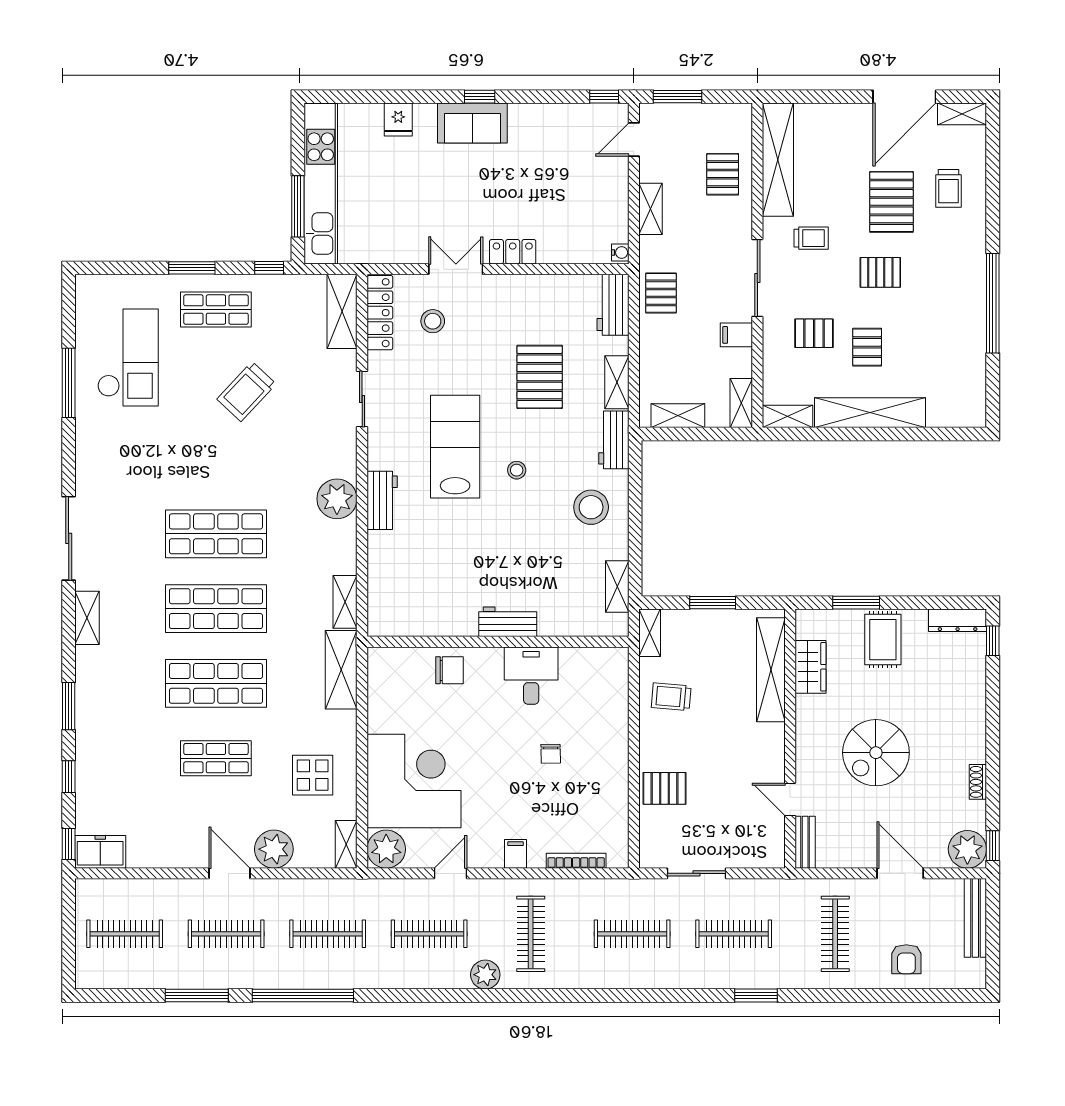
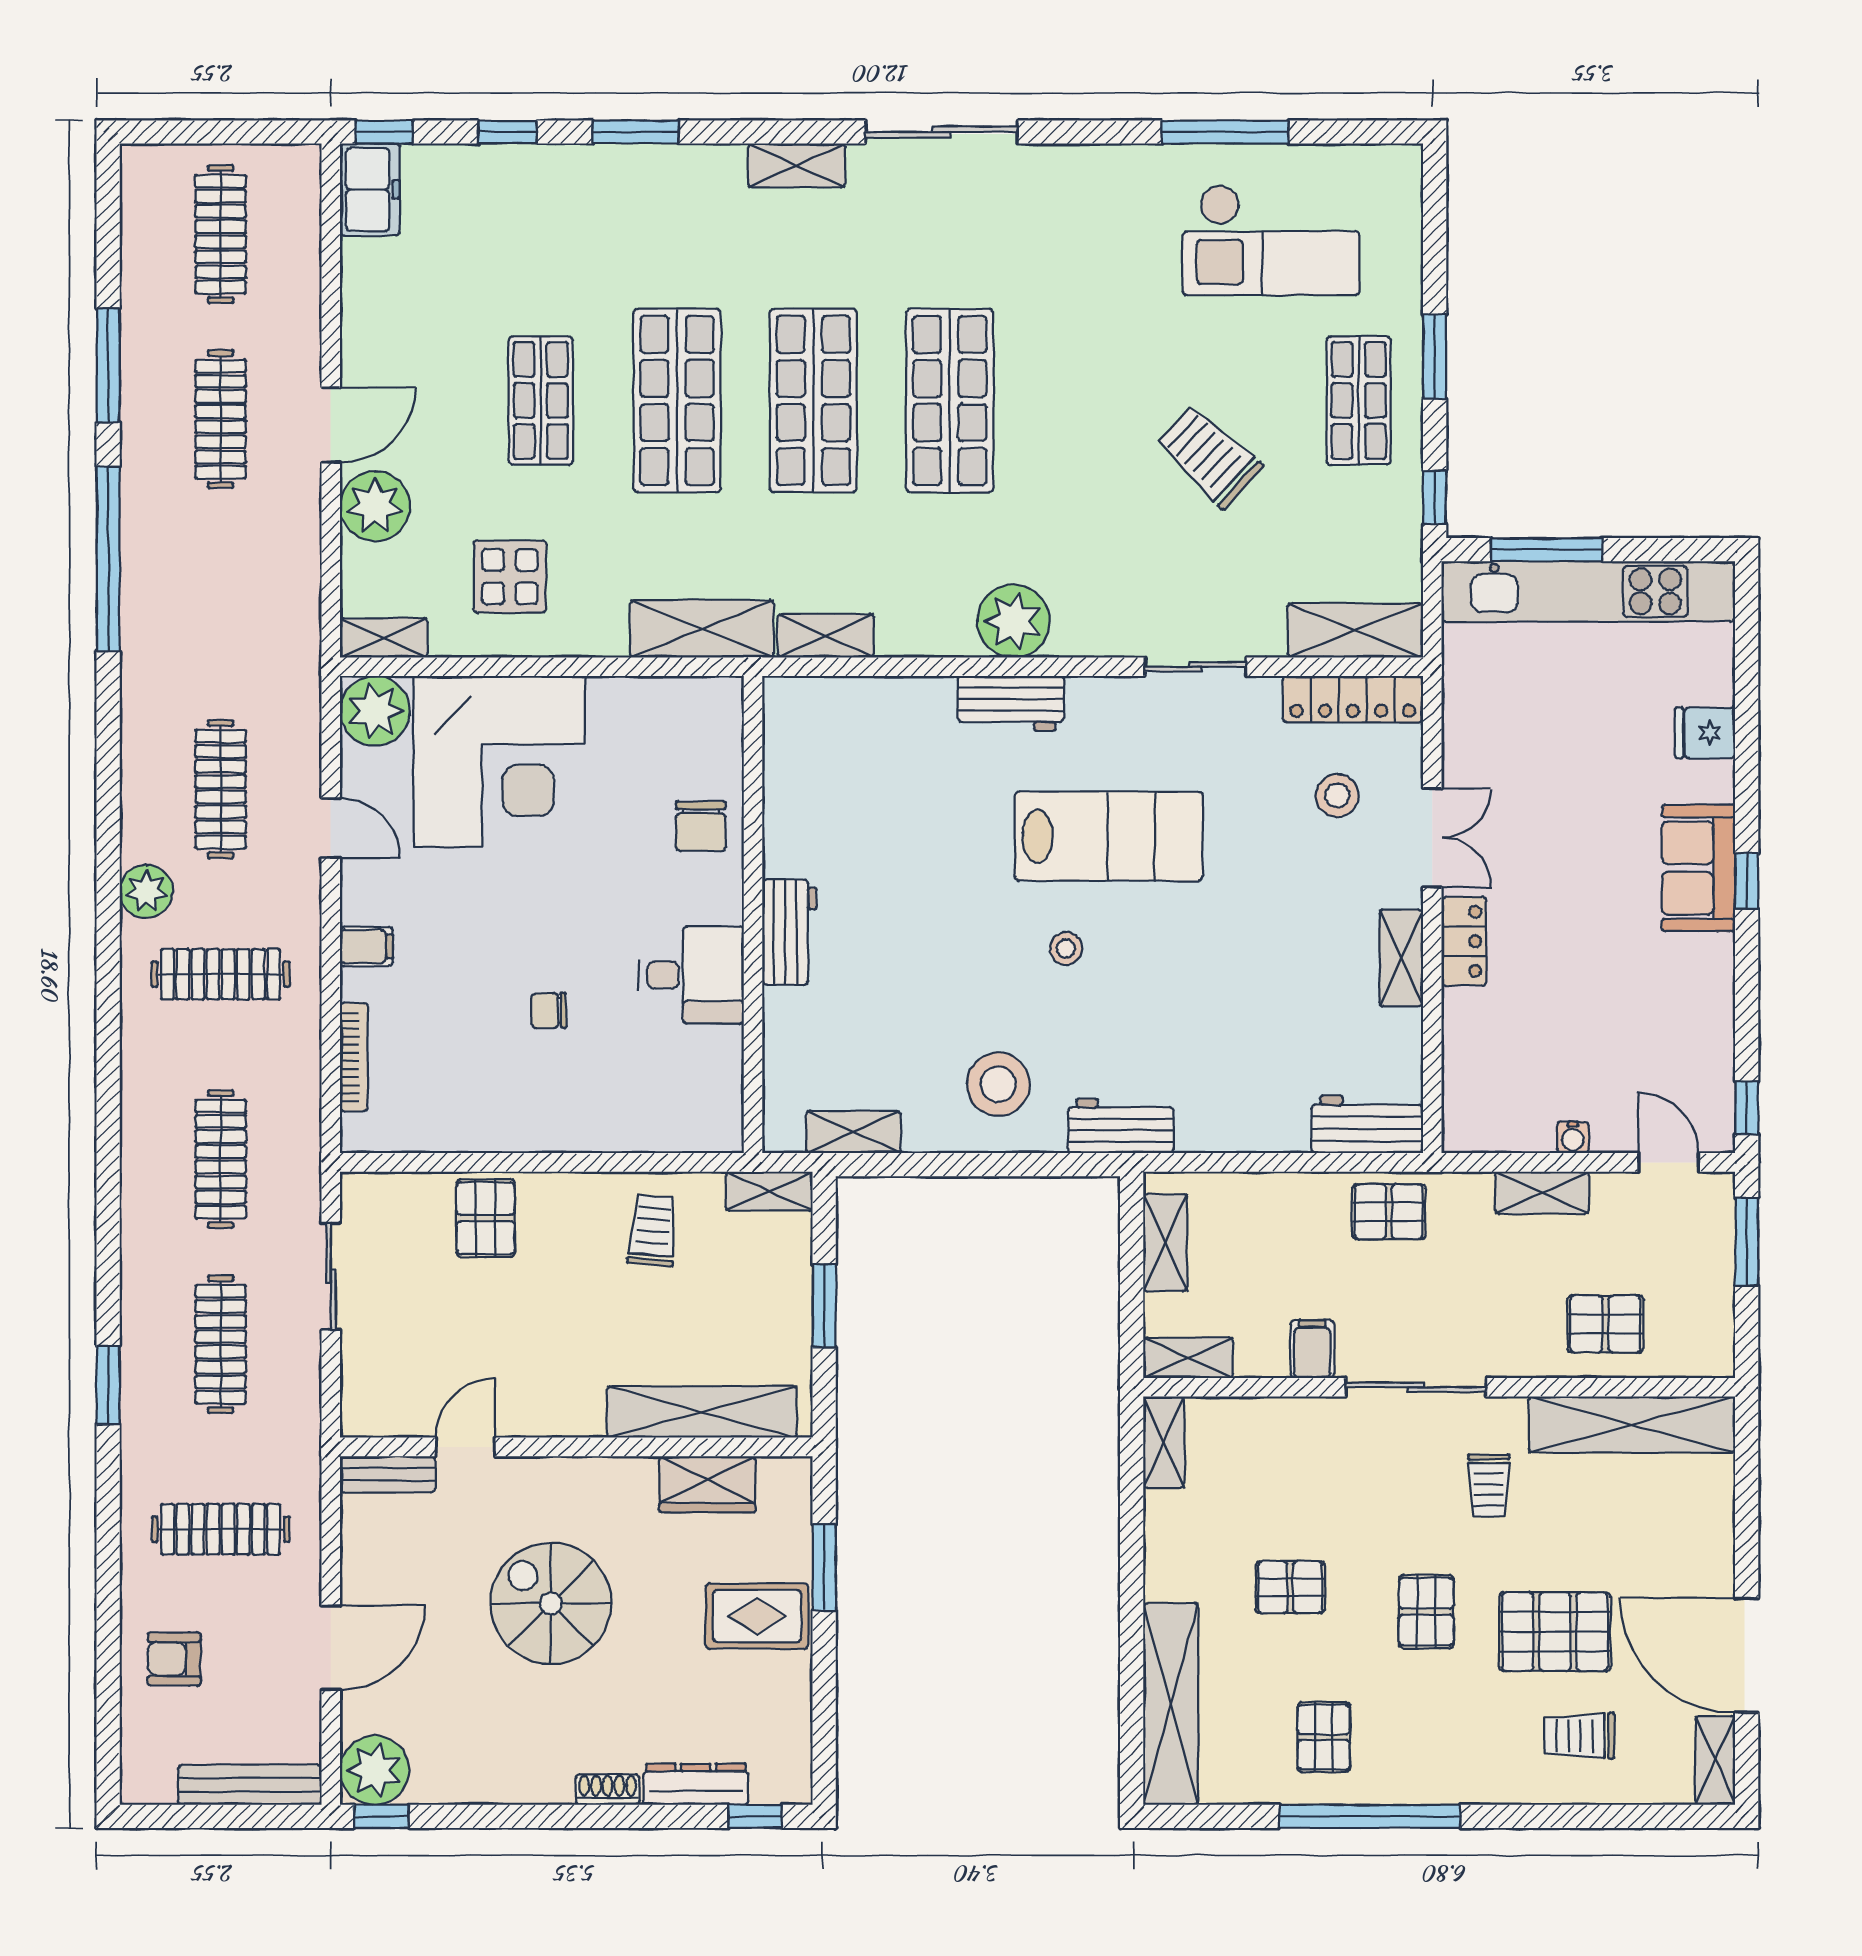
water cooler: (620, 253) -> (1573, 1137), moved
pallet: (814, 333) -> (1324, 1737), moved
pallet: (540, 377) -> (1236, 990), removed
shelving: (617, 382) -> (1401, 958), moved, turned 90
shelving: (870, 413) -> (1171, 1704), moved
dresser: (958, 620) -> (696, 1784), moved, turned 90
shoe rack: (978, 782) -> (608, 1789), moved
clothes rail: (328, 934) -> (221, 604), removed

